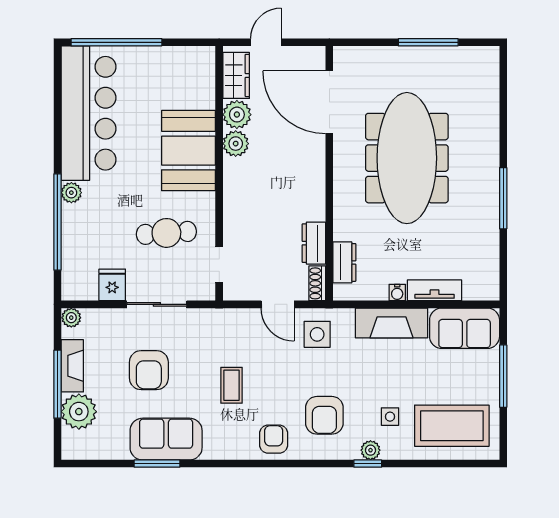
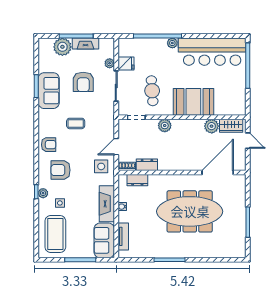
plant: (236, 144) -> (165, 126), moved
tv unit: (435, 290) -> (123, 236), moved
plant: (71, 318) -> (110, 63), moved
armchair: (149, 370) -> (83, 82), turned -90

